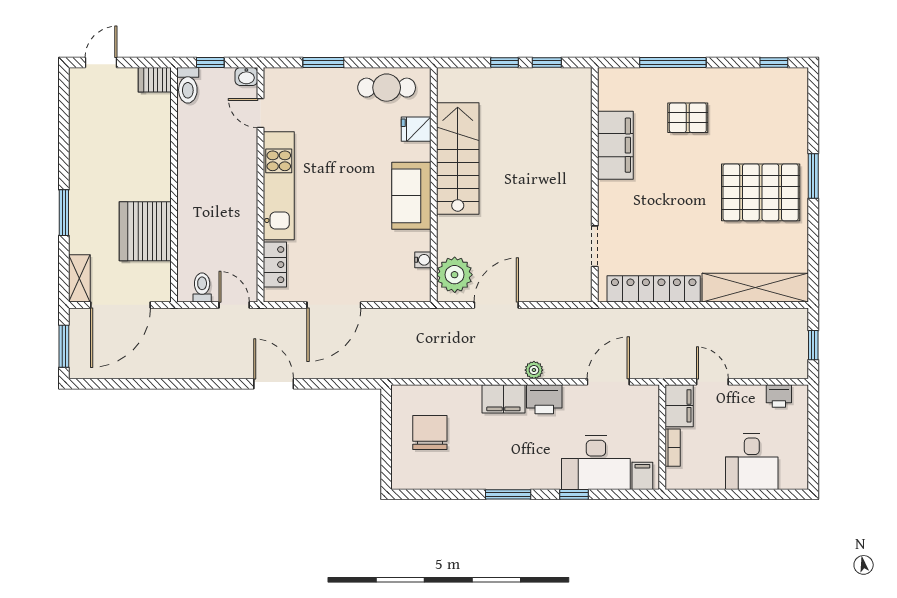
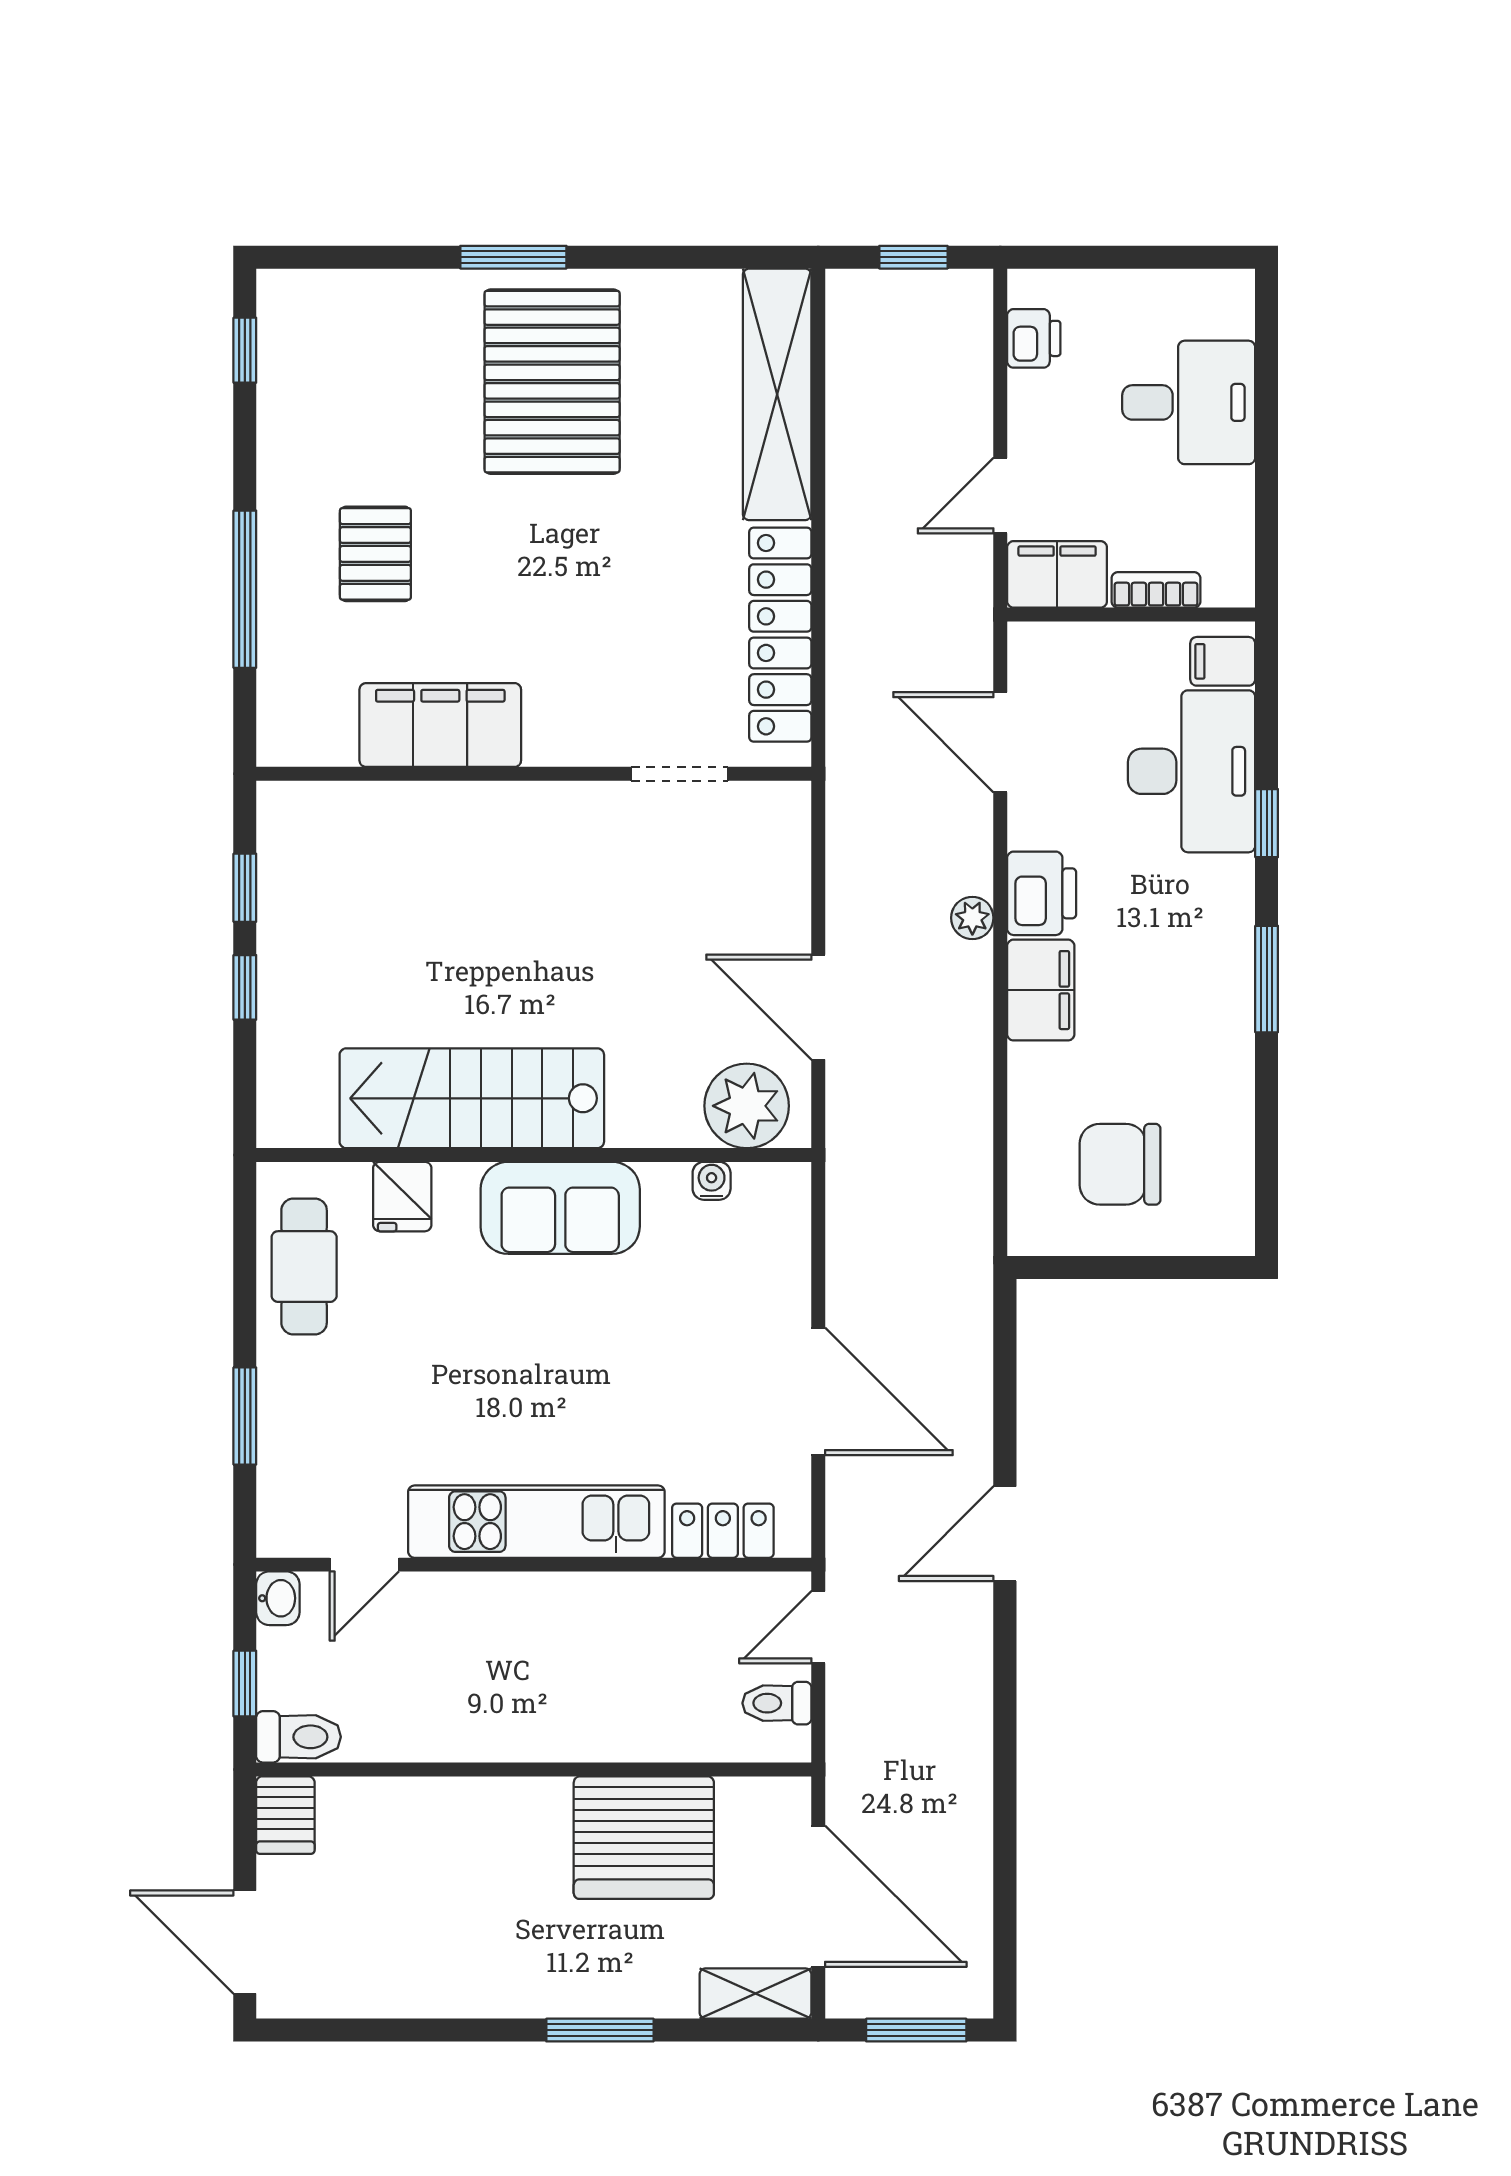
door: (101, 63) -> (245, 1942), width x1.38

